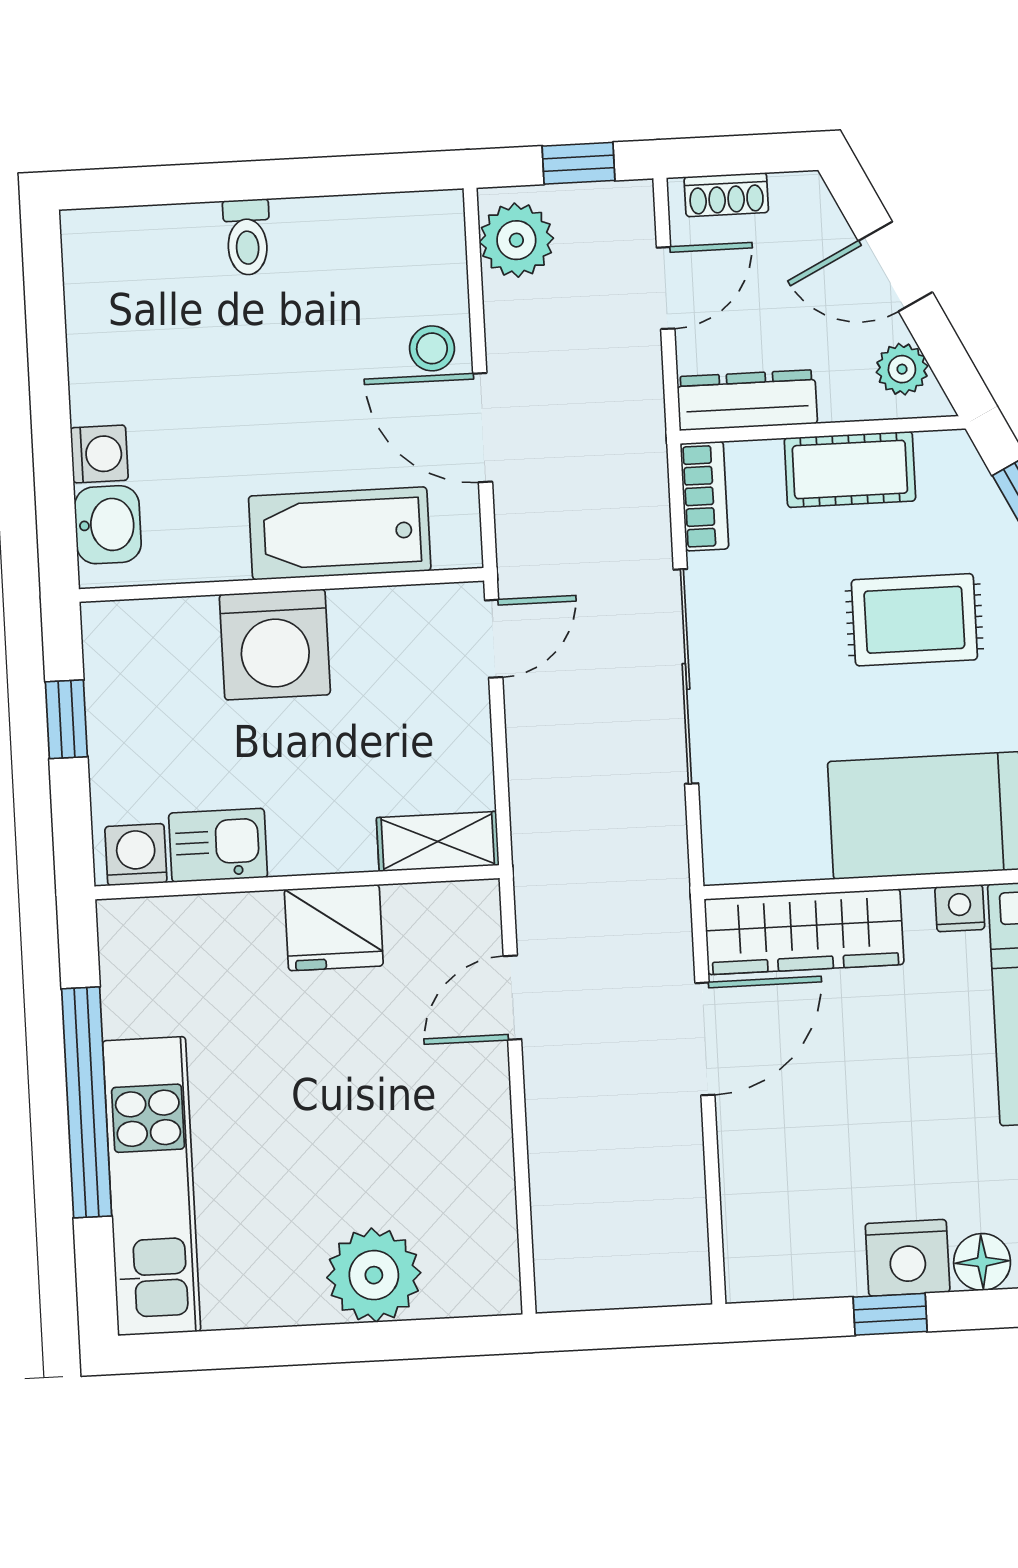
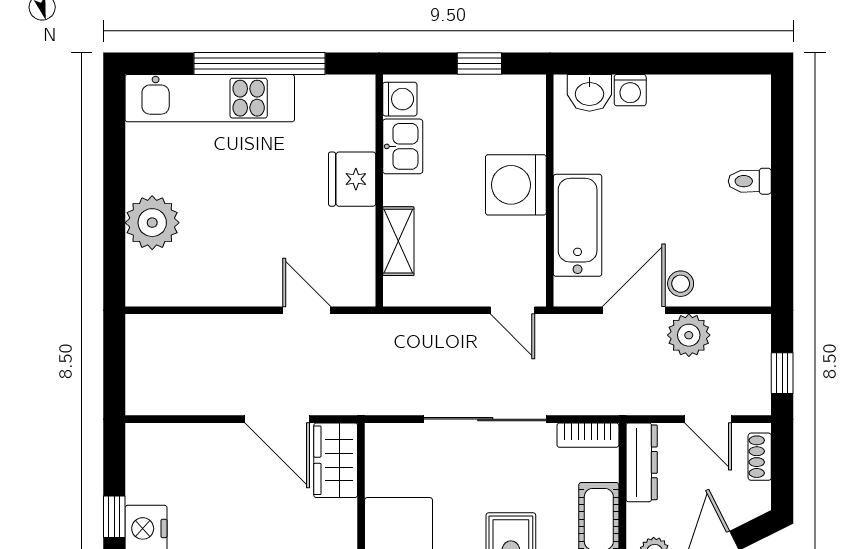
plant: (516, 240) -> (689, 335), moved
shelving: (438, 841) -> (398, 241), moved
fridge: (334, 928) -> (352, 179), moved
wardrobe: (804, 932) -> (336, 460), width x0.67

